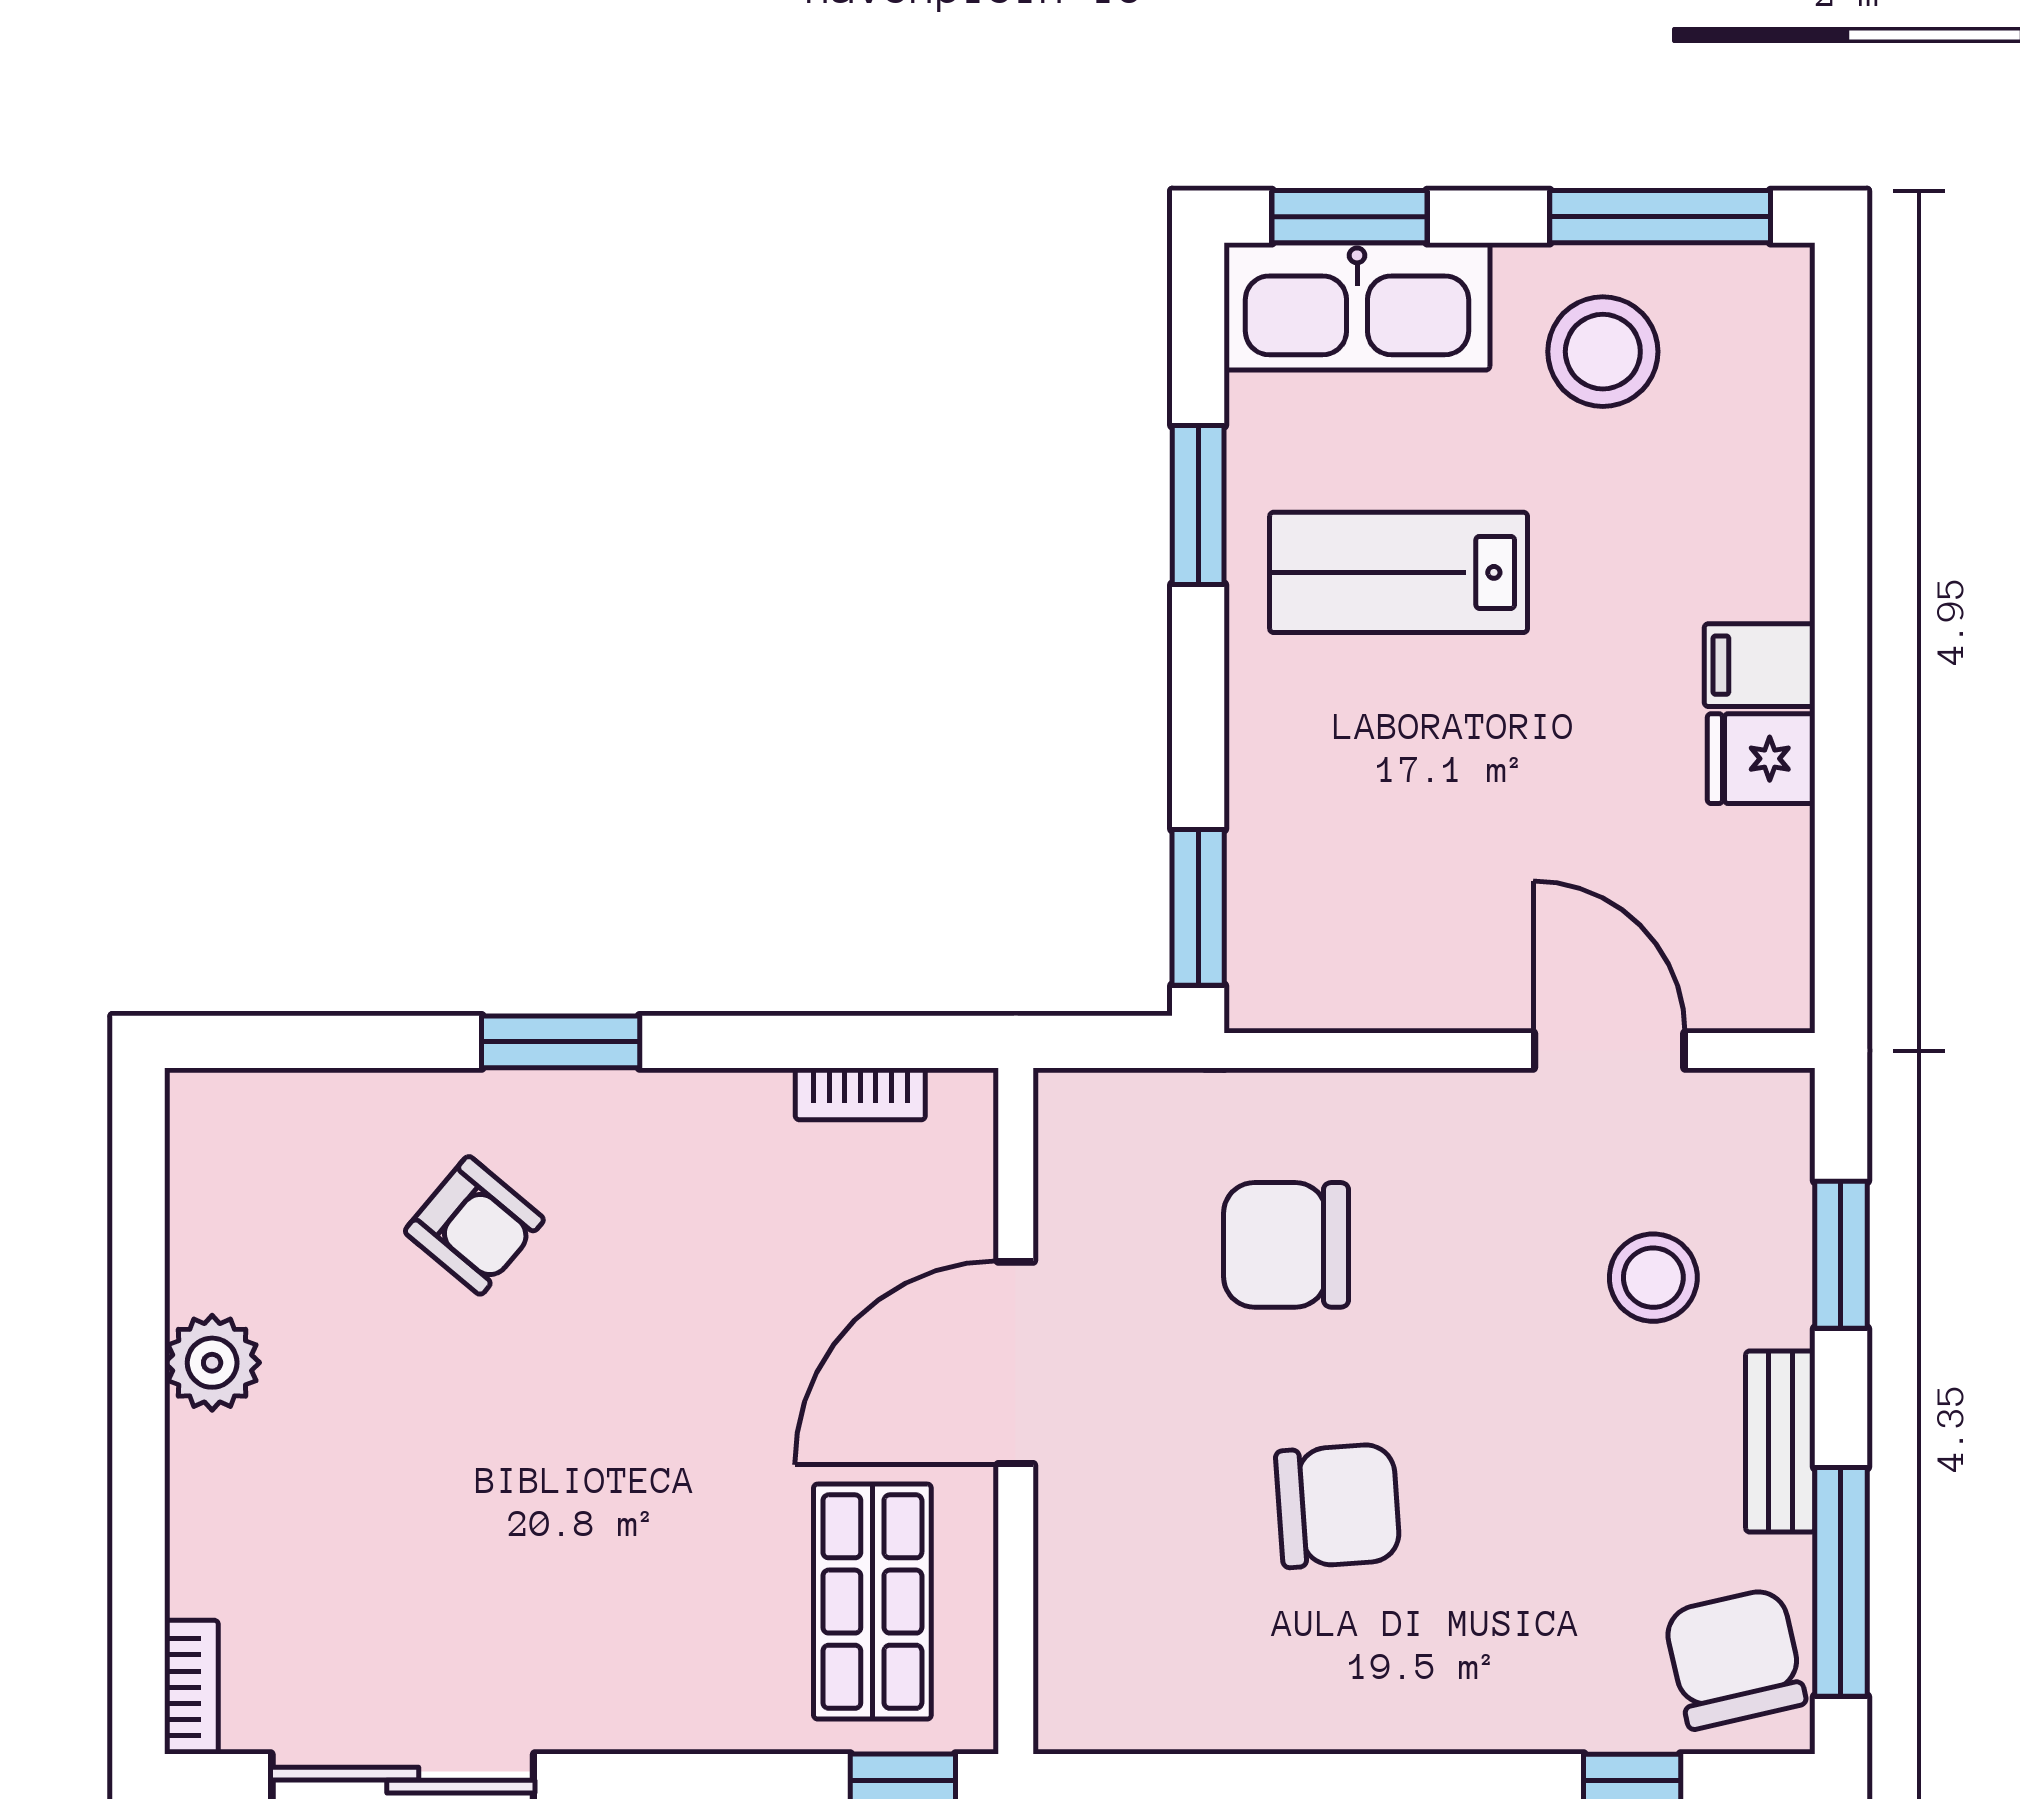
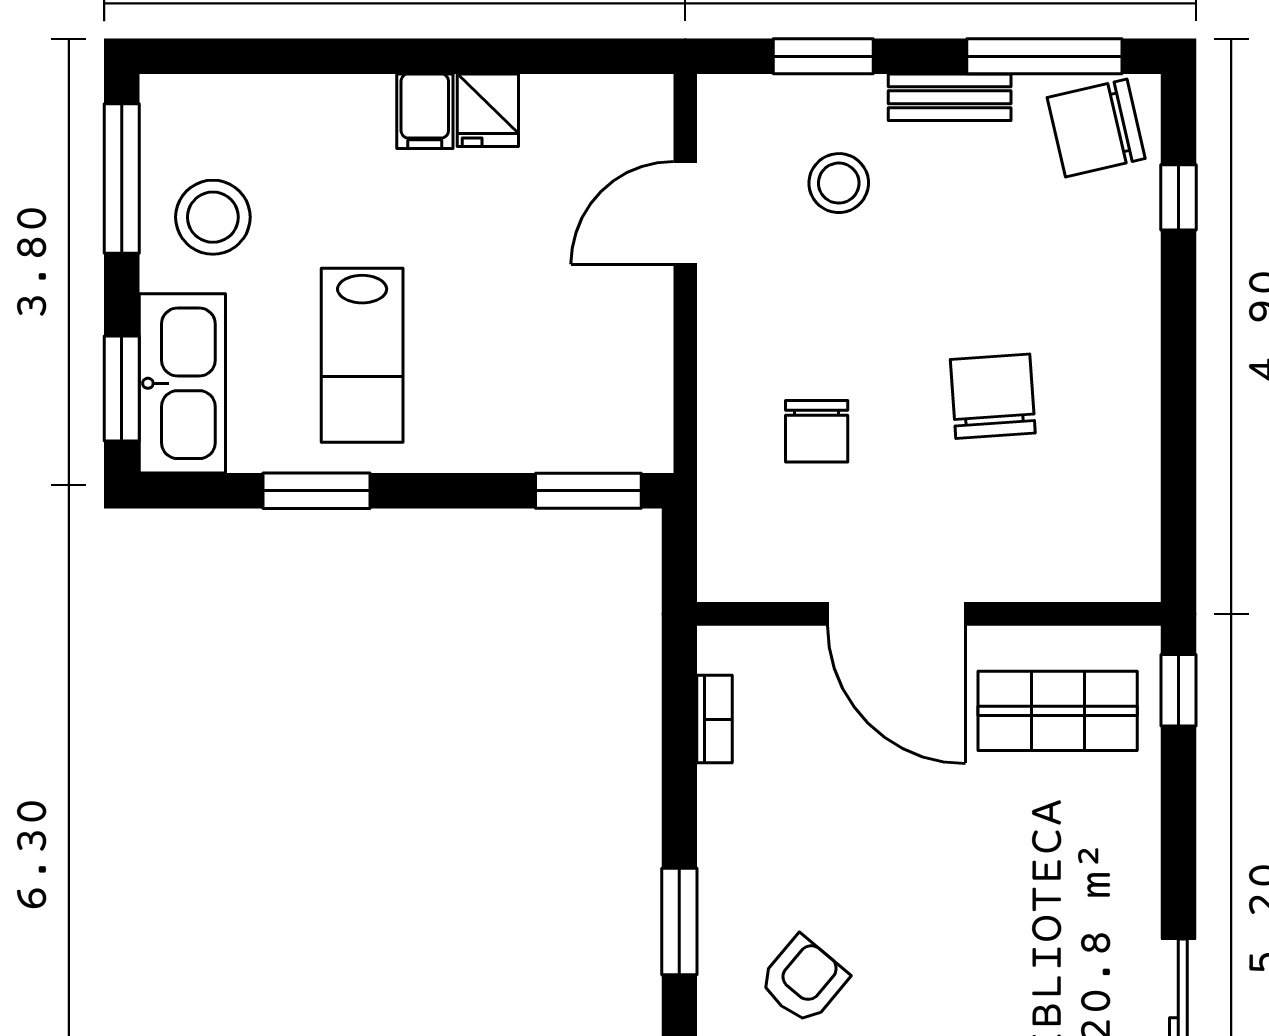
chair: (1286, 1245) -> (817, 431), width x0.73, depth x0.73

